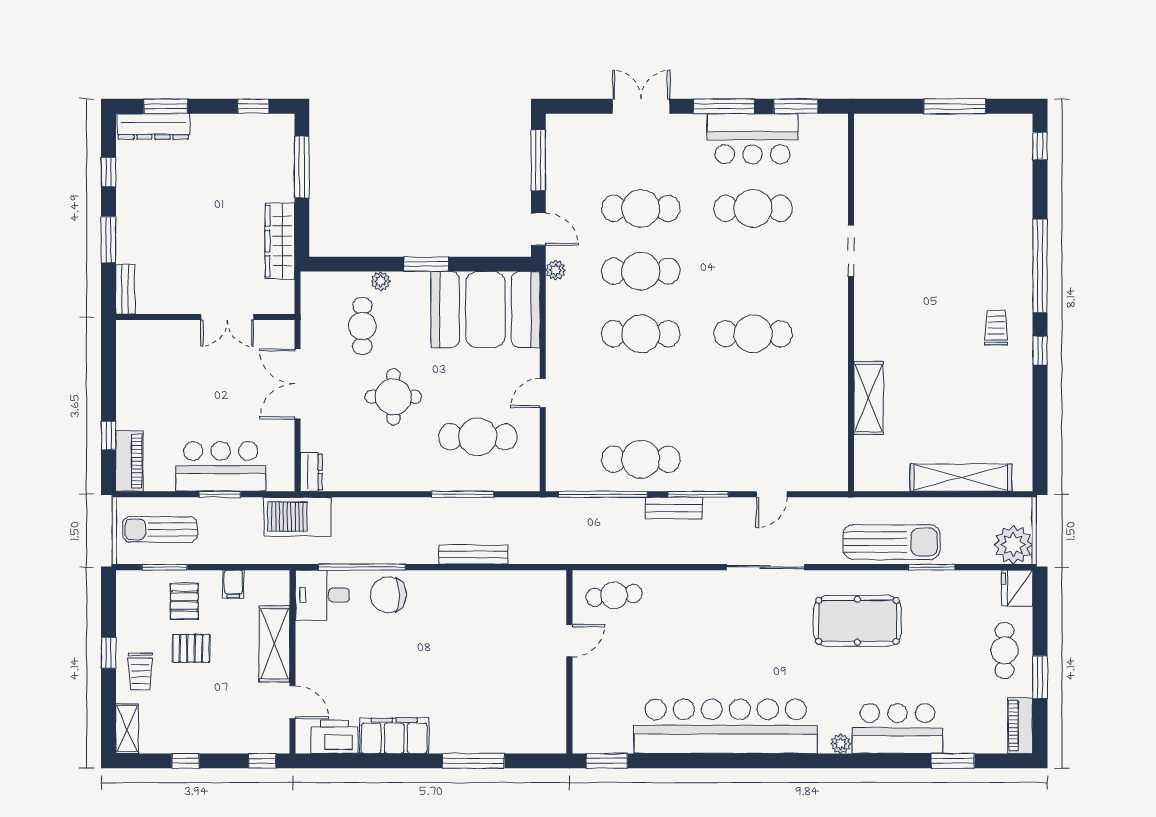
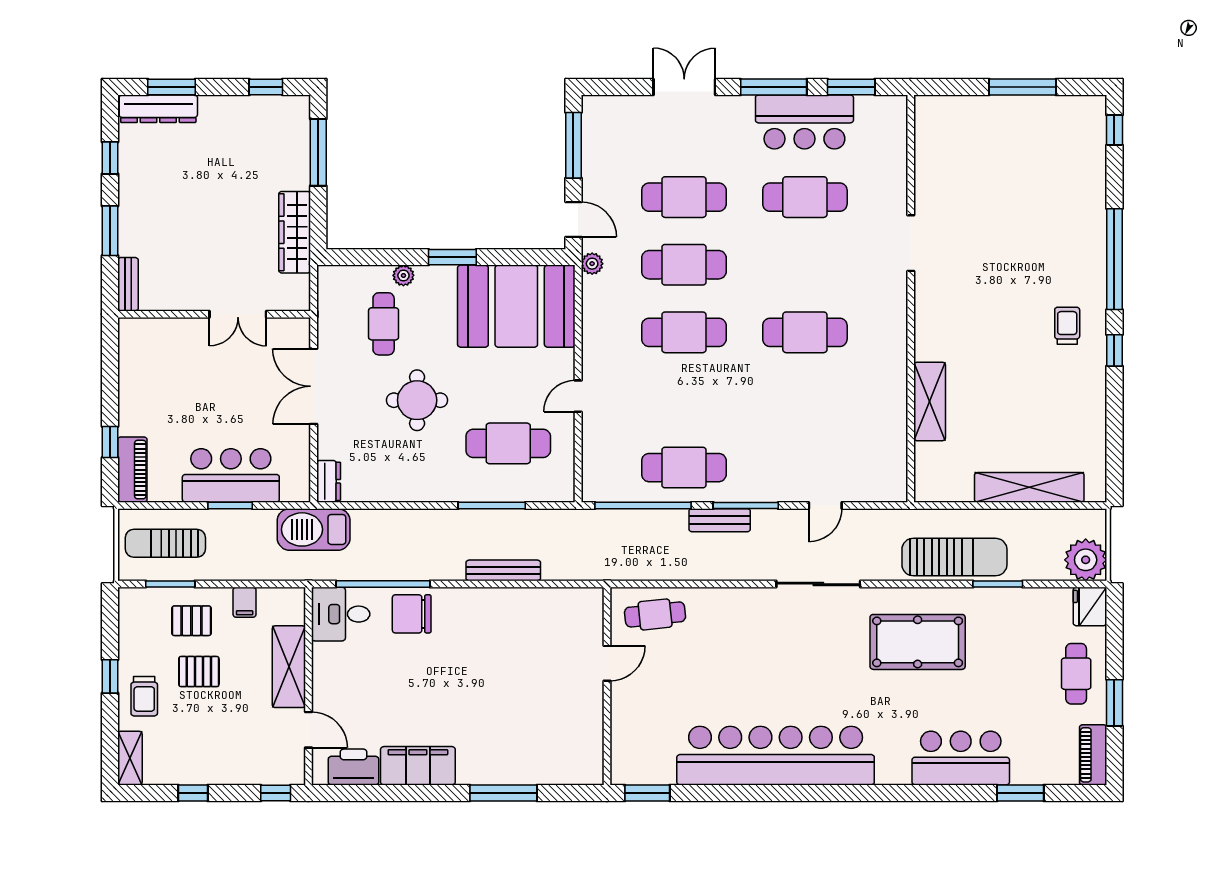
pallet: (184, 601) -> (192, 621), turned 90
plant: (841, 744) -> (899, 774), removed

